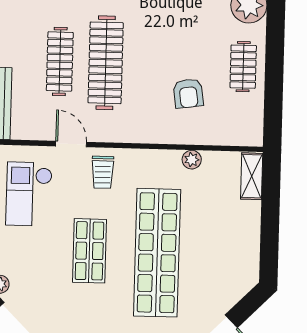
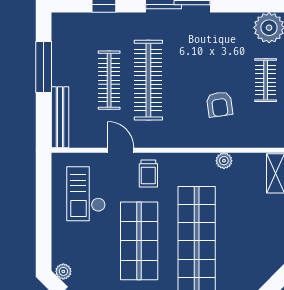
shop shelf: (90, 251) -> (139, 241), width x1.43, depth x1.36

